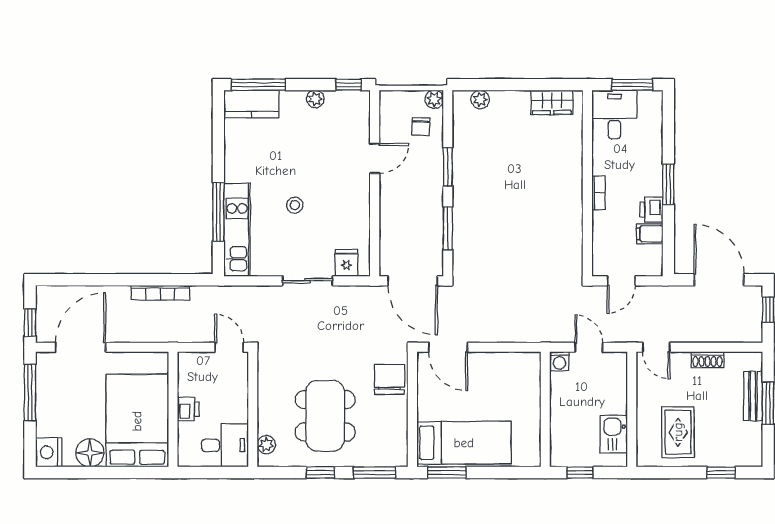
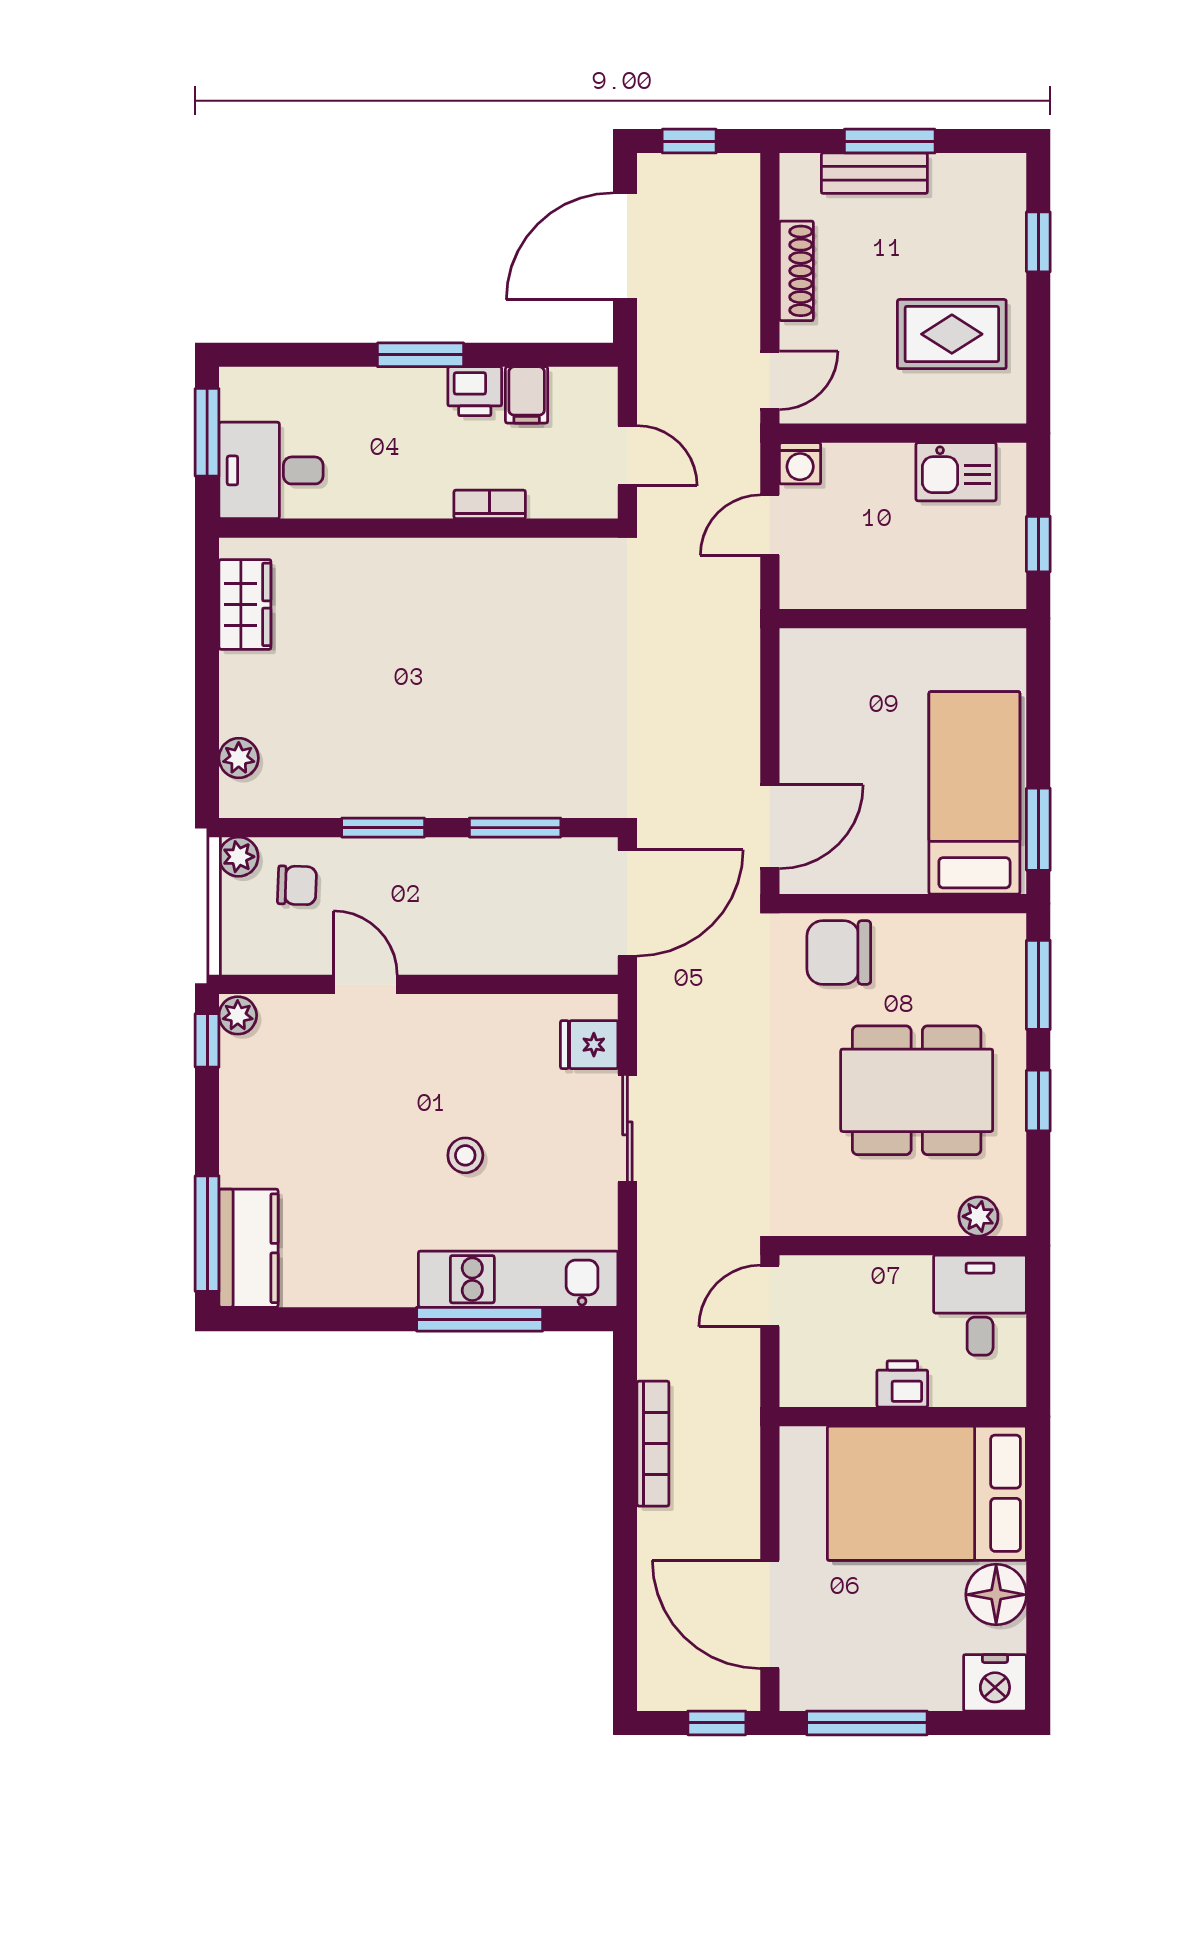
plant: (315, 99) -> (238, 1015), moved
bookcase: (599, 193) -> (490, 504), moved
shoe rack: (707, 360) -> (796, 271), width x1.43
washing machine: (559, 361) -> (800, 463), moved, turned 90

